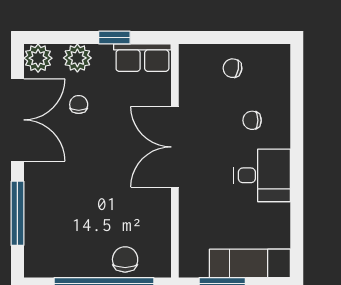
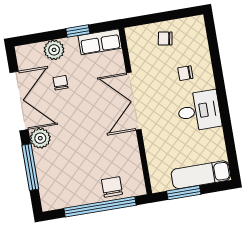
plant: (38, 58) -> (40, 138), moved

